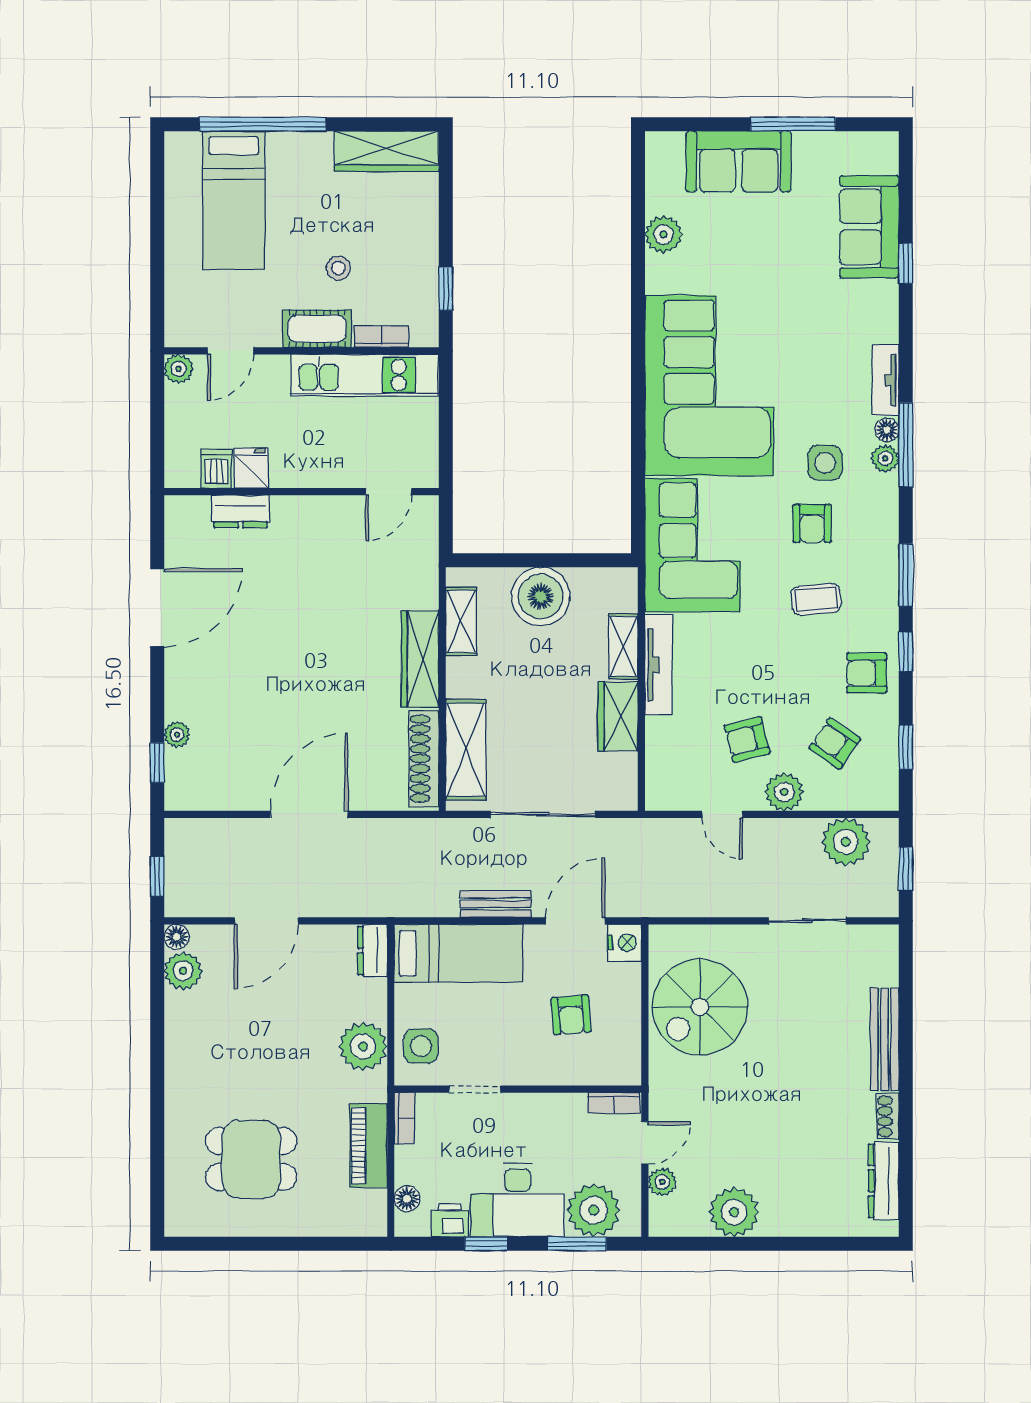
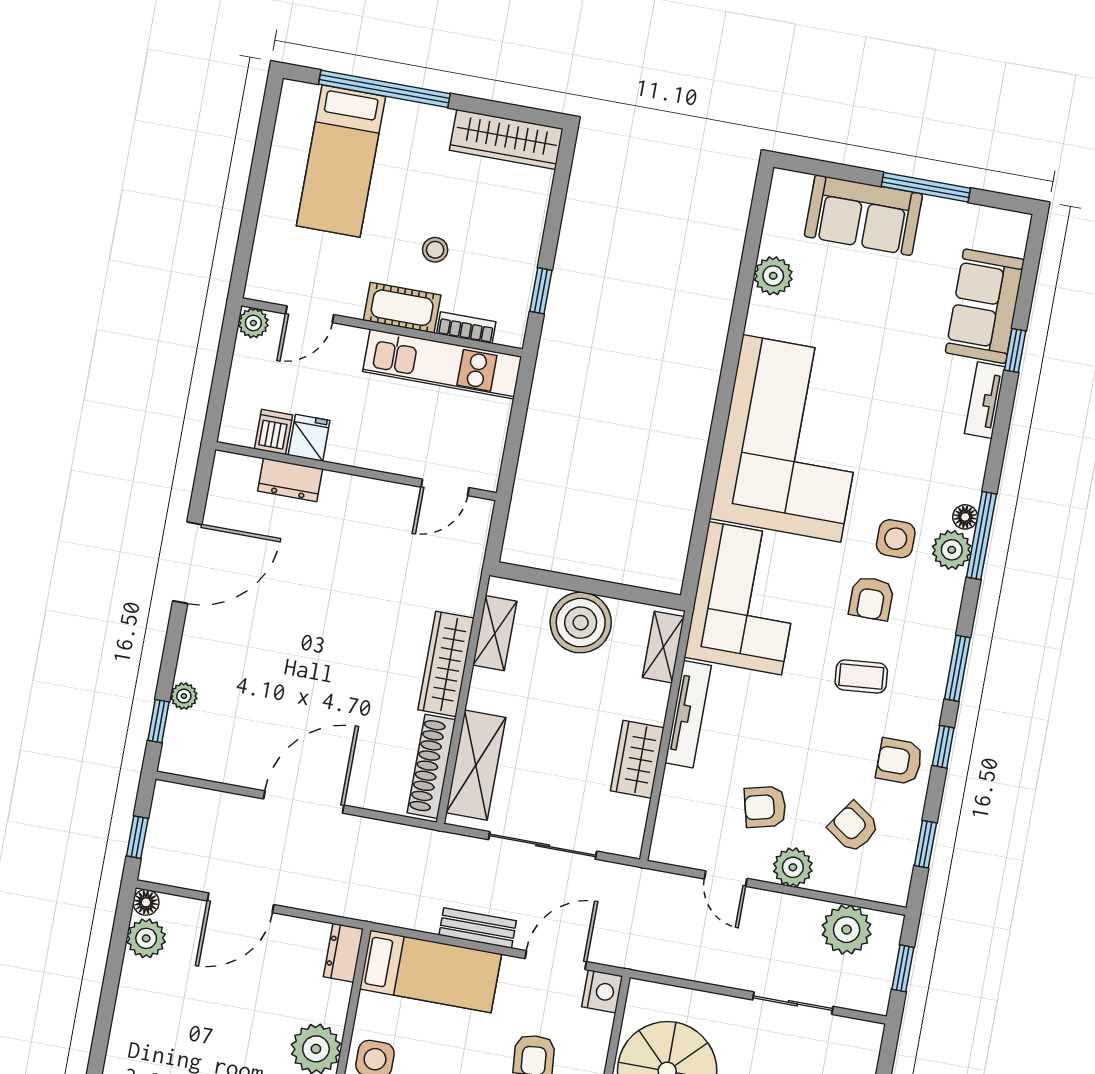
tv unit: (886, 380) -> (985, 400), moved
plant: (885, 458) -> (952, 550), width x1.38, depth x1.38
shelving: (623, 646) -> (663, 647), moved

